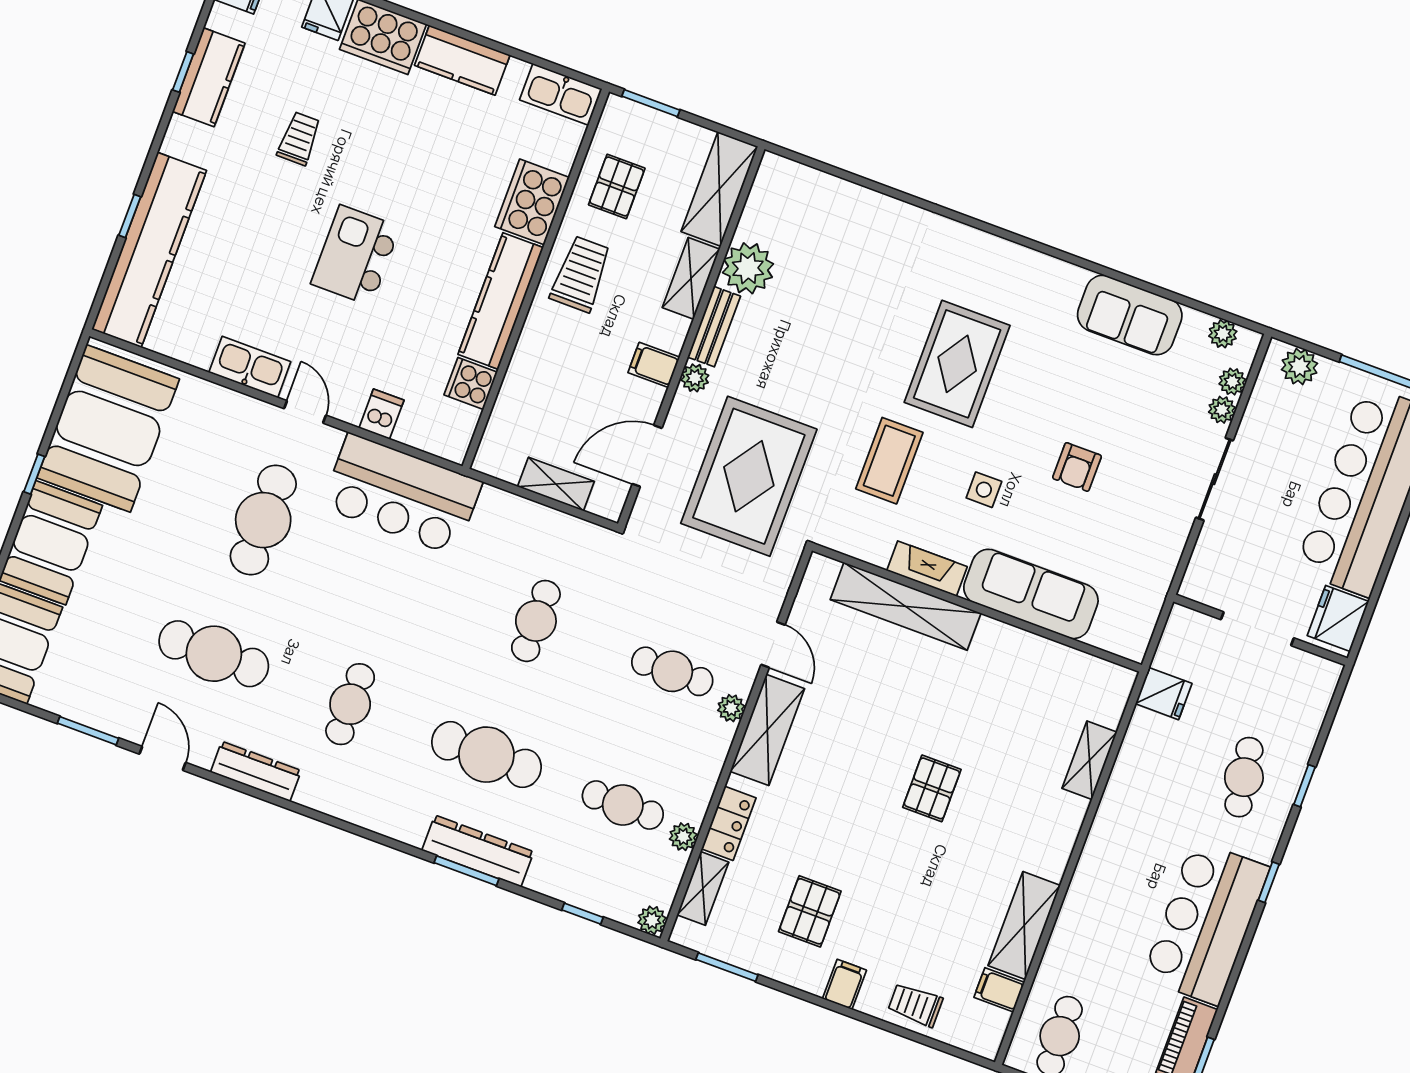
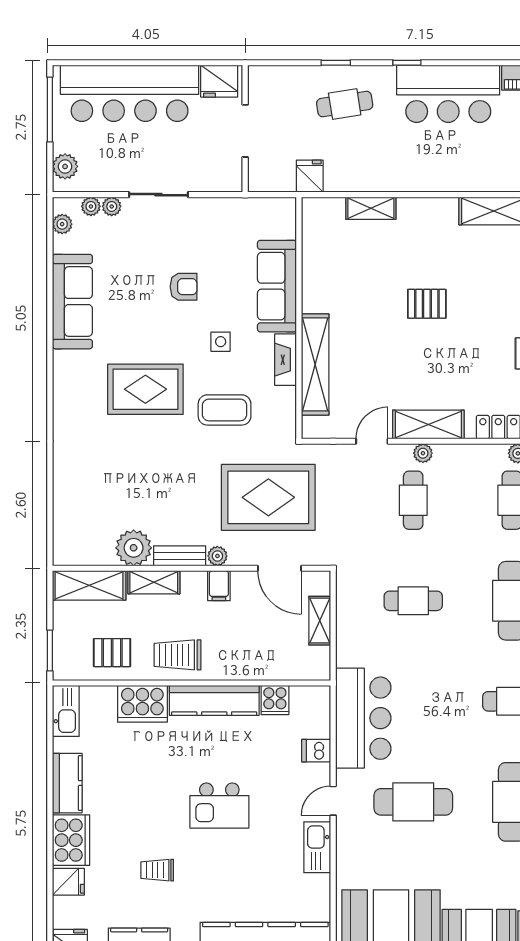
sofa: (1130, 315) -> (72, 302), width x1.36

